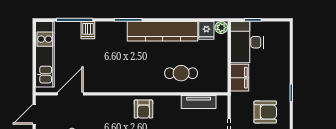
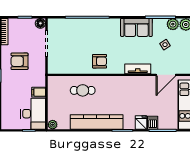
fridge: (206, 30) -> (141, 122), moved
filing cabinet: (240, 78) -> (39, 92), width x0.50
tv unit: (199, 102) -> (138, 69), moved
armchair: (143, 109) -> (100, 61), moved, turned 90

